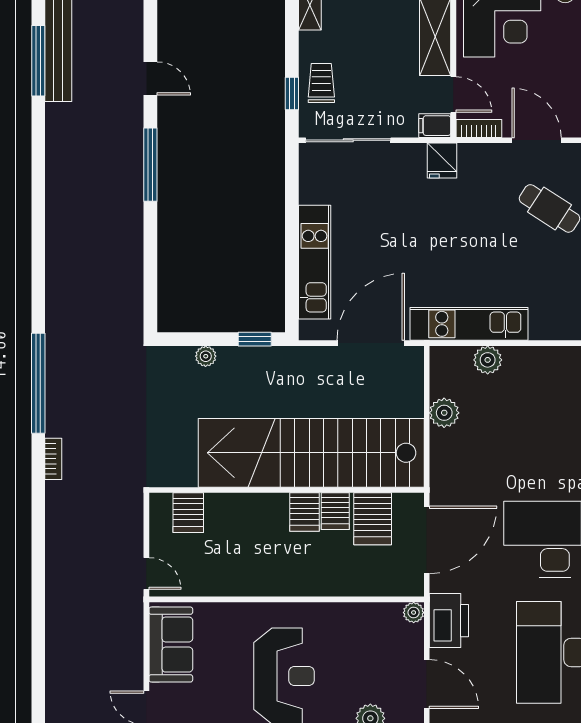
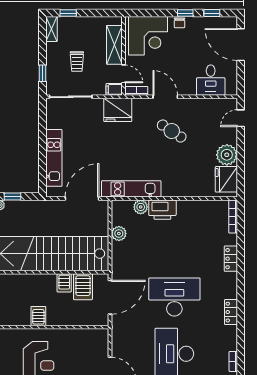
trolley: (321, 83) -> (77, 62), moved, turned 180
fridge: (442, 160) -> (118, 110), width x1.88, depth x1.34
window: (255, 339) -> (13, 197), moved
server rack: (305, 512) -> (38, 316), moved, turned 180
plant: (414, 613) -> (104, 334), removed
printer: (449, 621) -> (162, 210), moved, turned 90

